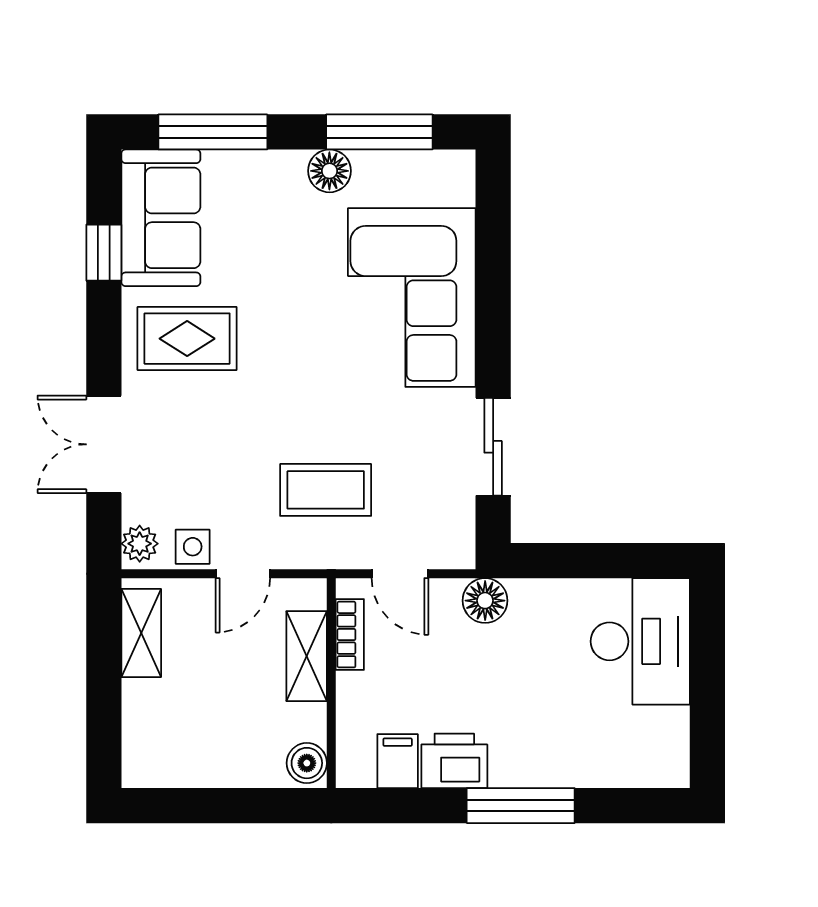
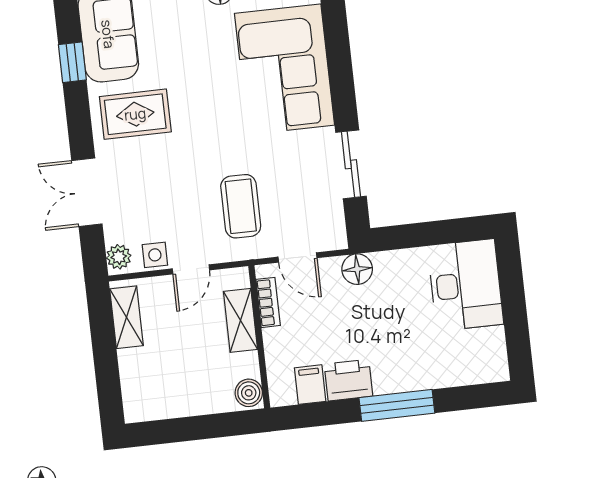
coffee table: (326, 490) -> (241, 206), turned 90

